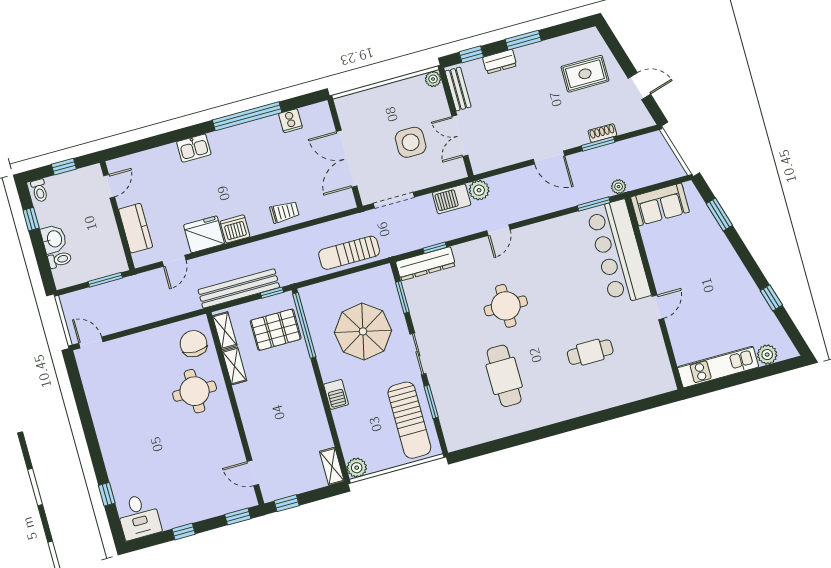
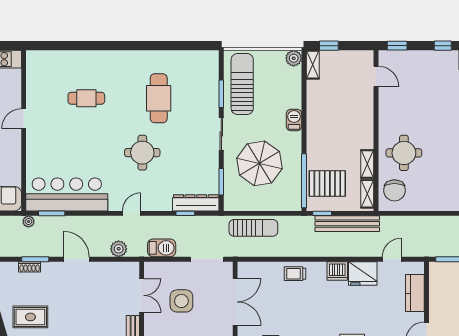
plant: (479, 190) -> (119, 249), moved
bar counter: (619, 252) -> (67, 194), moved, turned -90
window: (287, 503) -> (329, 46), moved

